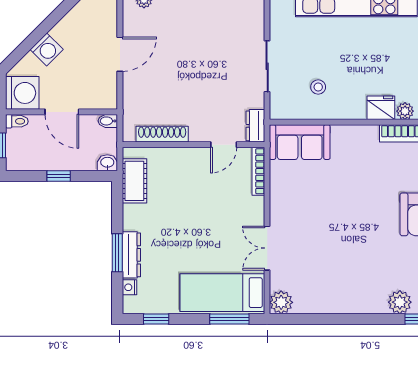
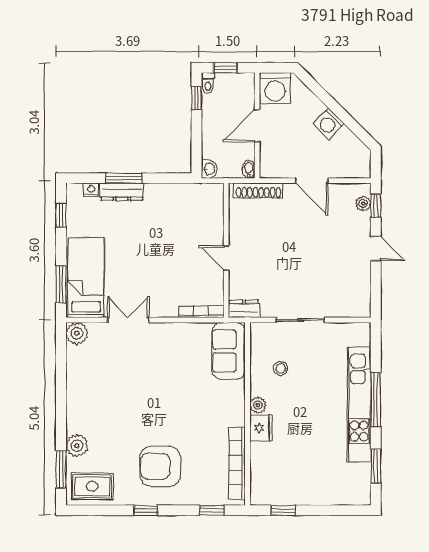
washing machine: (47, 49) -> (329, 124), moved
plant: (405, 111) -> (258, 405), moved
toilet: (17, 121) -> (208, 83), moved
shoe rack: (162, 134) -> (258, 191), moved, turned 90
door: (224, 145) -> (226, 258), moved
window: (59, 176) -> (197, 98), moved
cot: (134, 181) -> (192, 194), removed

